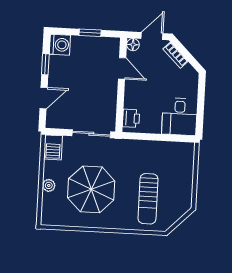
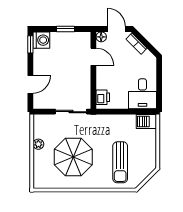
door: (152, 36) -> (116, 29), hinge flipped
window: (45, 64) -> (30, 44), moved
barbecue: (53, 147) -> (146, 121), moved, turned 90
plant: (49, 185) -> (38, 144), moved

